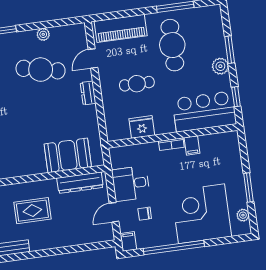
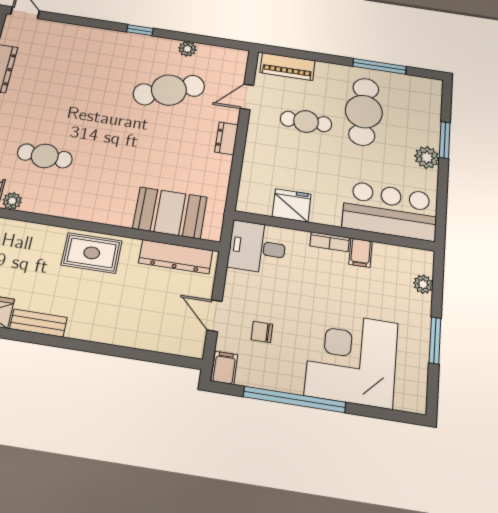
piano: (121, 28) -> (287, 67), width x0.73, depth x0.75
cafe table: (41, 70) -> (169, 90), turned -33
cafe table: (137, 84) -> (306, 121), moved
window: (236, 97) -> (442, 204), removed
desk: (131, 183) -> (257, 247), moved
rug: (32, 211) -> (92, 253), moved
door: (114, 212) -> (214, 316), hinge flipped
plant: (243, 215) -> (423, 284), moved

